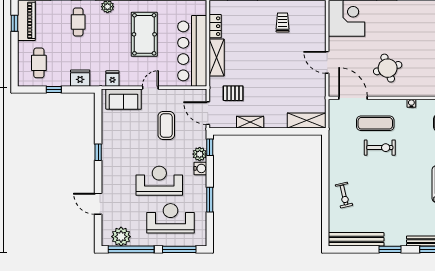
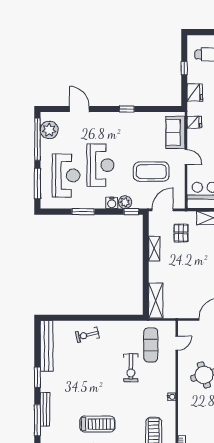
door: (353, 98) -> (177, 343), width x0.53
exercise mat: (375, 123) -> (151, 345), moved
coffee table: (166, 126) -> (151, 172), width x1.36, depth x1.32
door: (98, 204) -> (79, 109), hinge flipped

